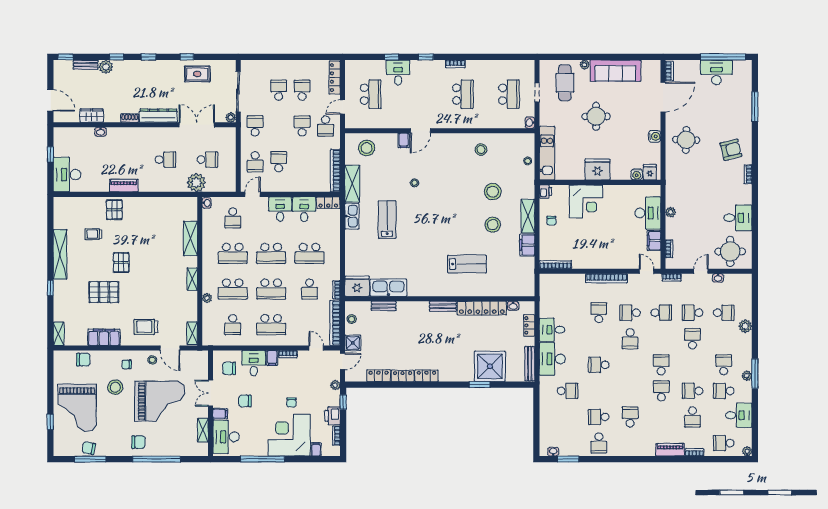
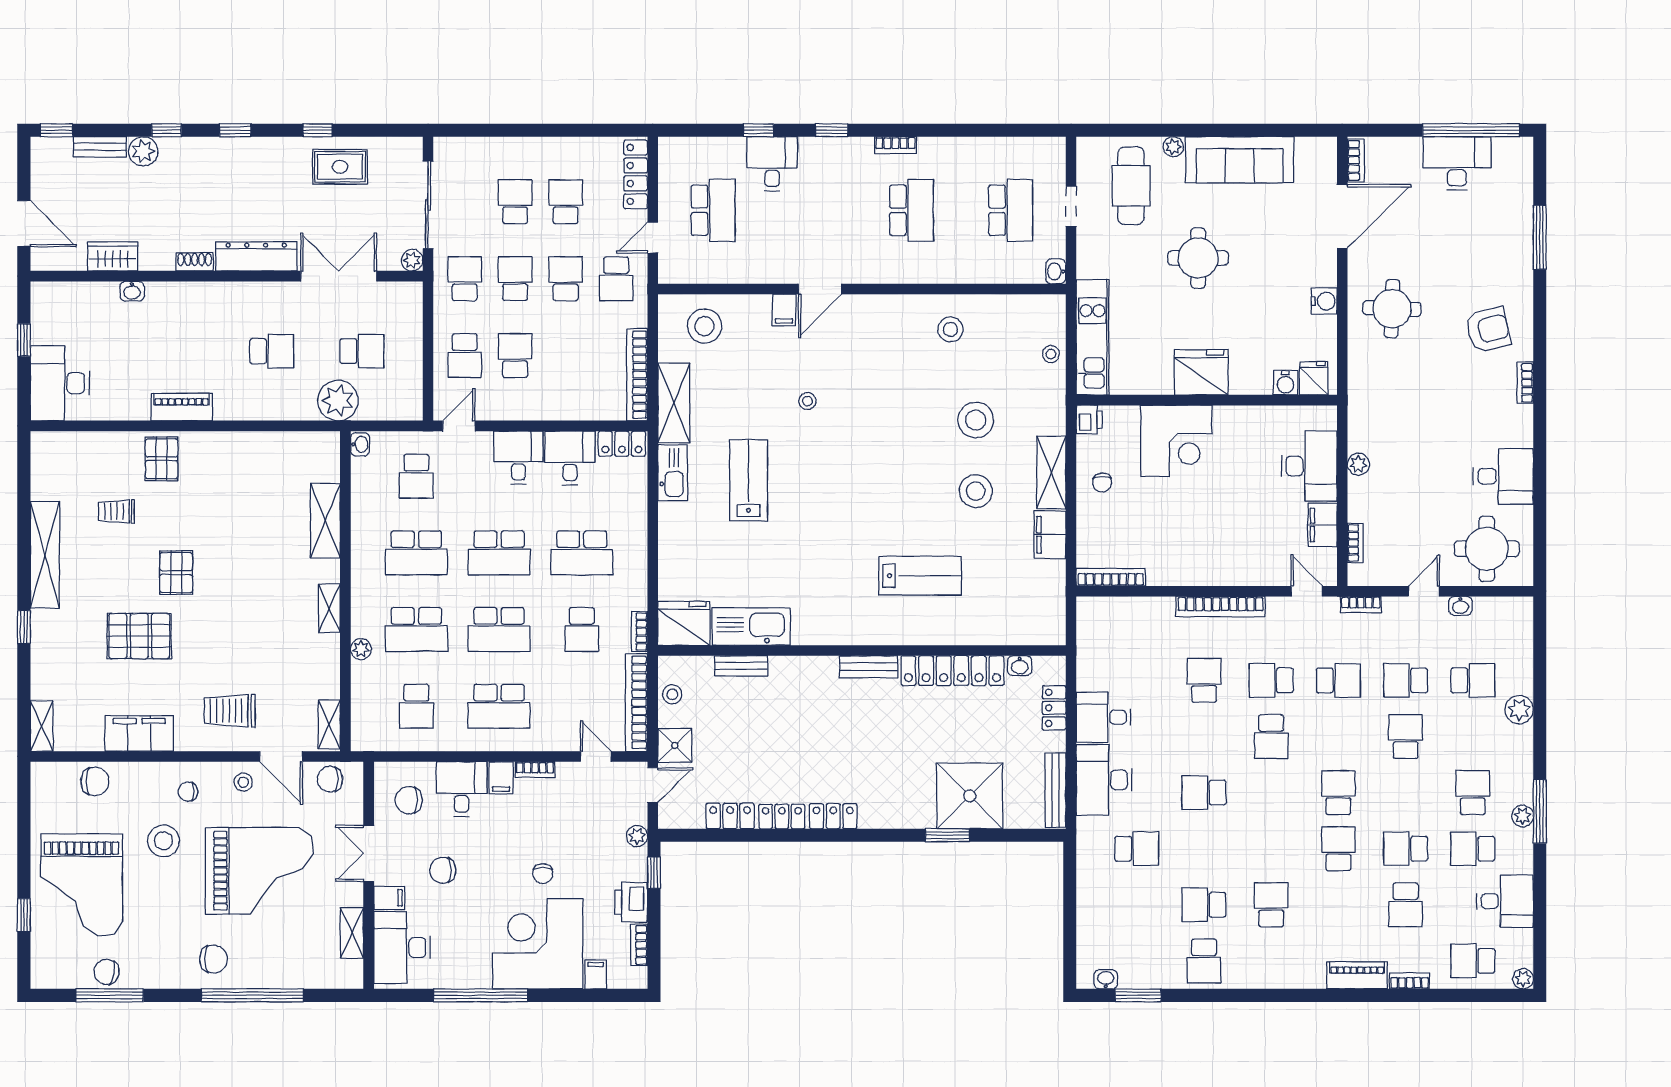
school desk: (279, 126) -> (515, 279), added
chair: (193, 359) -> (330, 779), added

